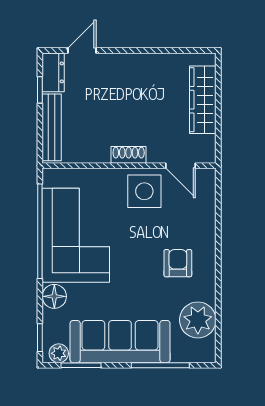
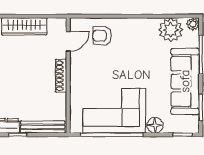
shoe rack: (129, 155) -> (61, 76), width x1.43
side table: (144, 191) -> (85, 65), removed
armchair: (178, 263) -> (102, 36), moved
plant: (59, 353) -> (193, 24), moved

